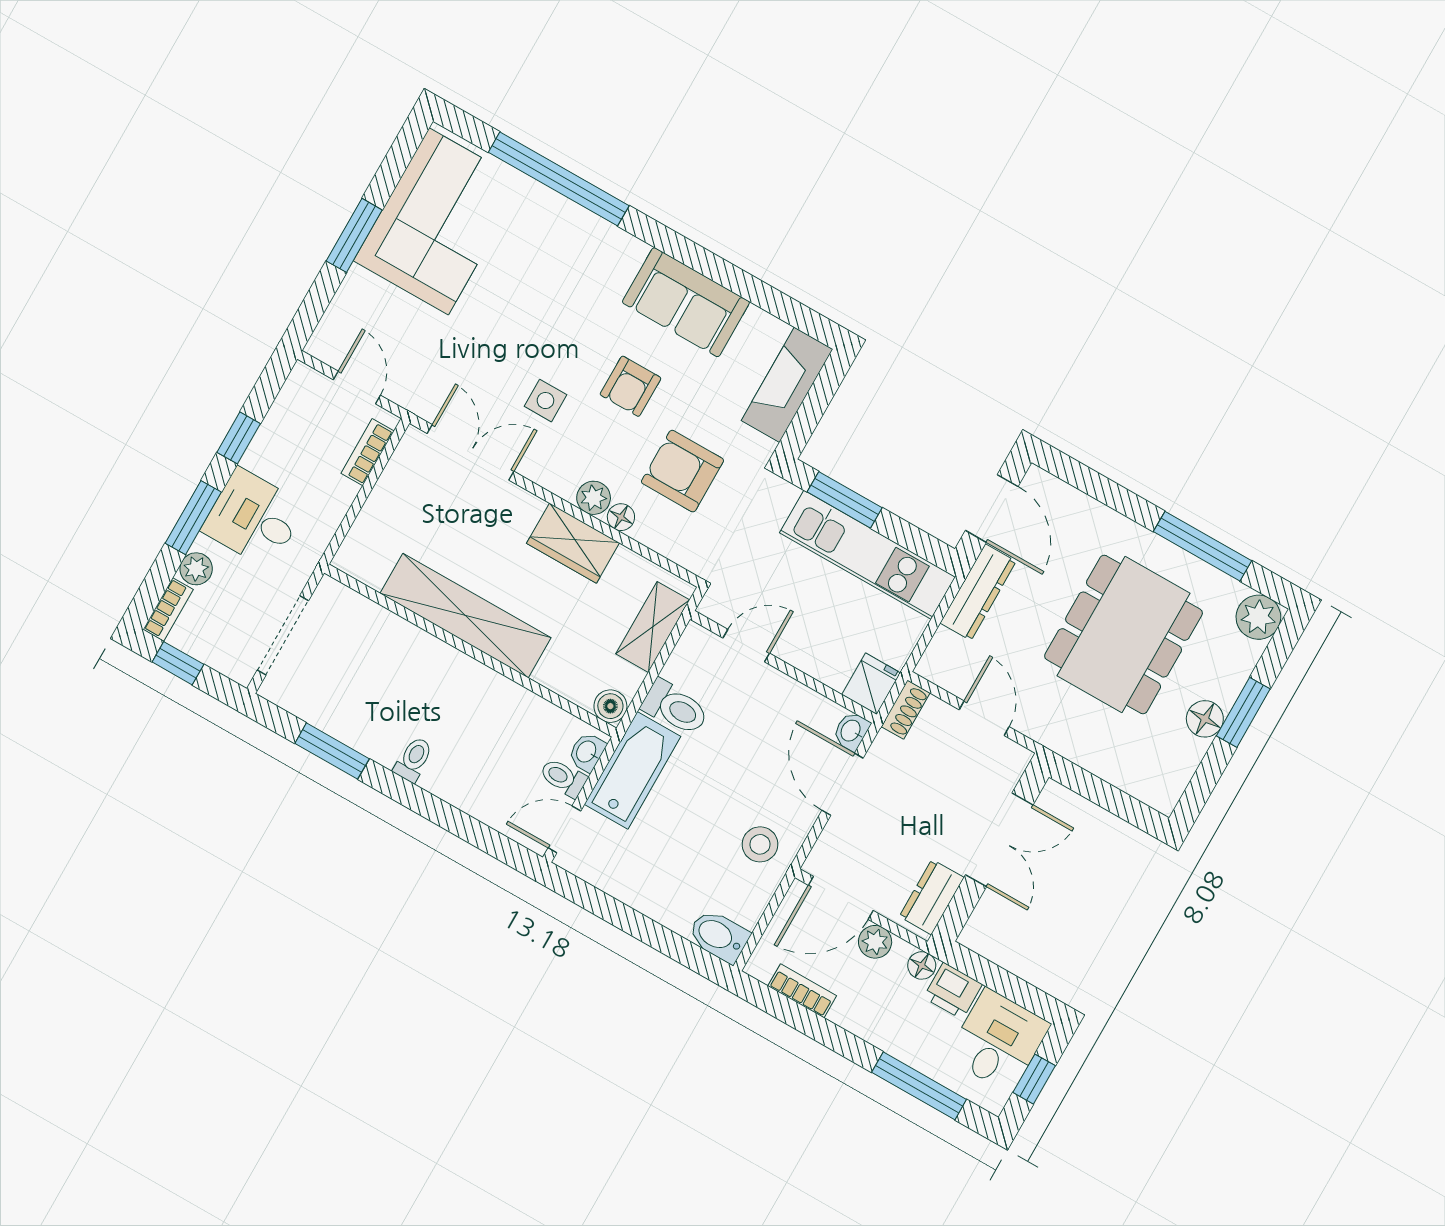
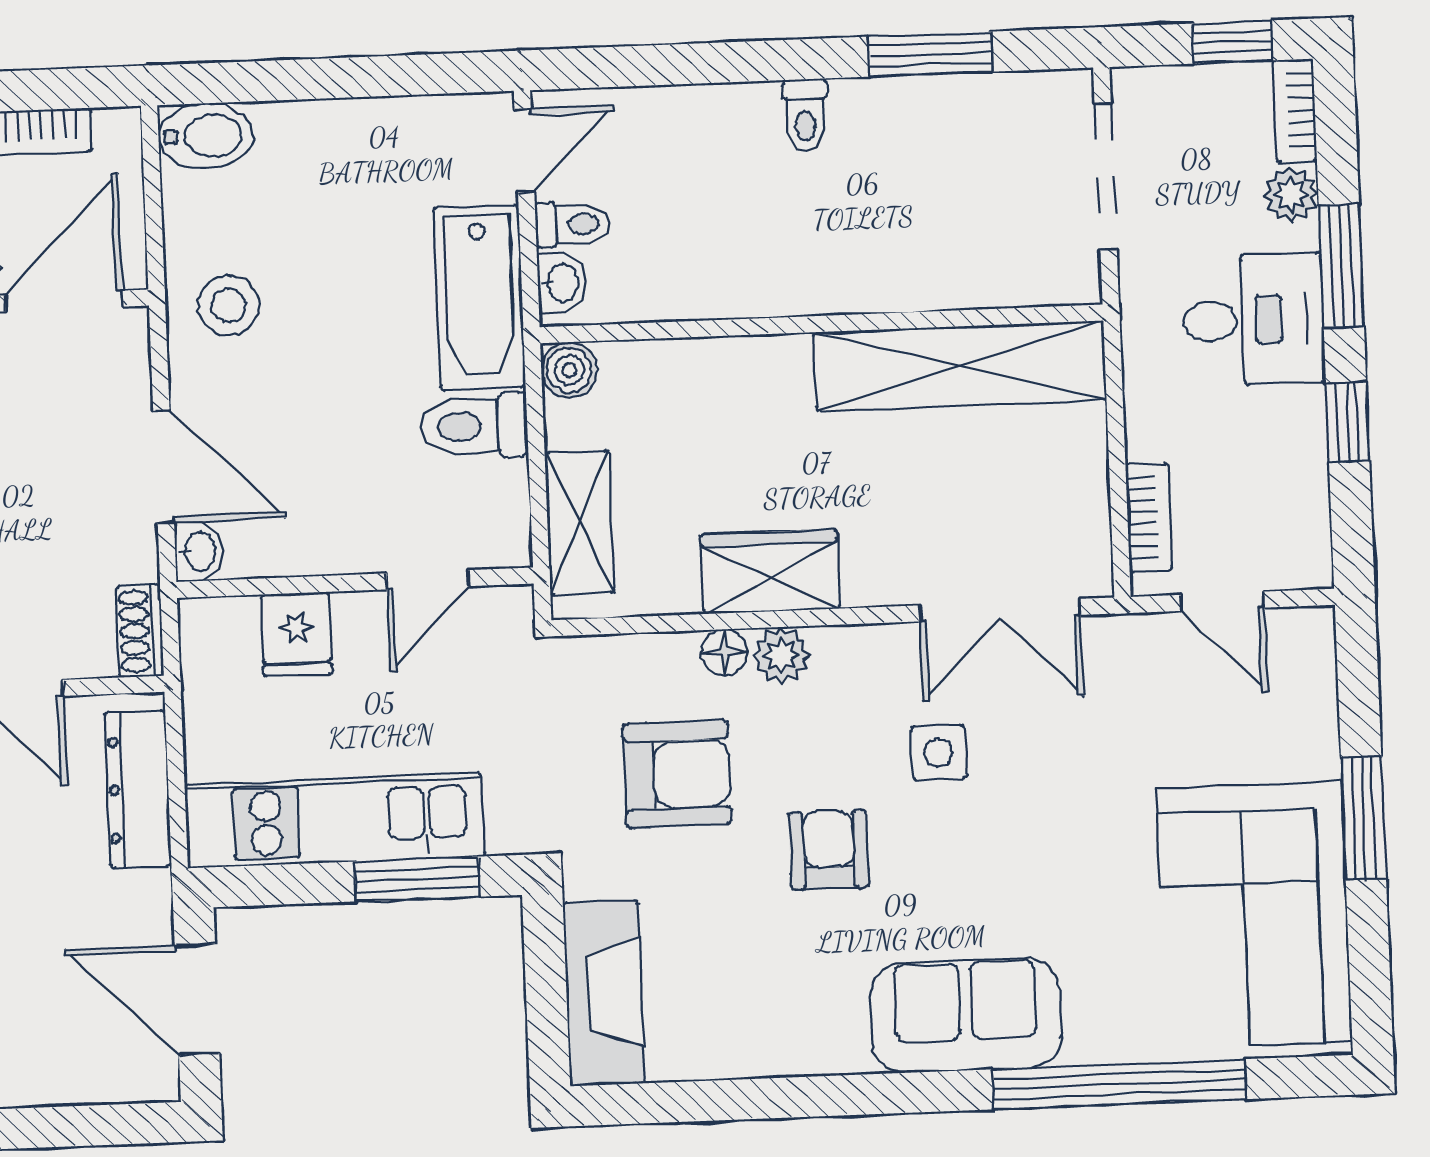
sofa: (686, 302) -> (966, 1015), moved
dresser: (978, 592) -> (138, 790), moved
shelving: (466, 616) -> (960, 366), moved
fridge: (871, 684) -> (296, 634), moved

